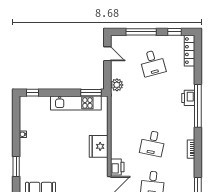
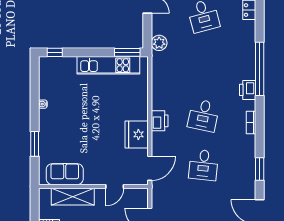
printer: (188, 98) -> (248, 90), moved
fridge: (99, 146) -> (137, 134), moved
printer: (117, 167) -> (160, 121), moved

